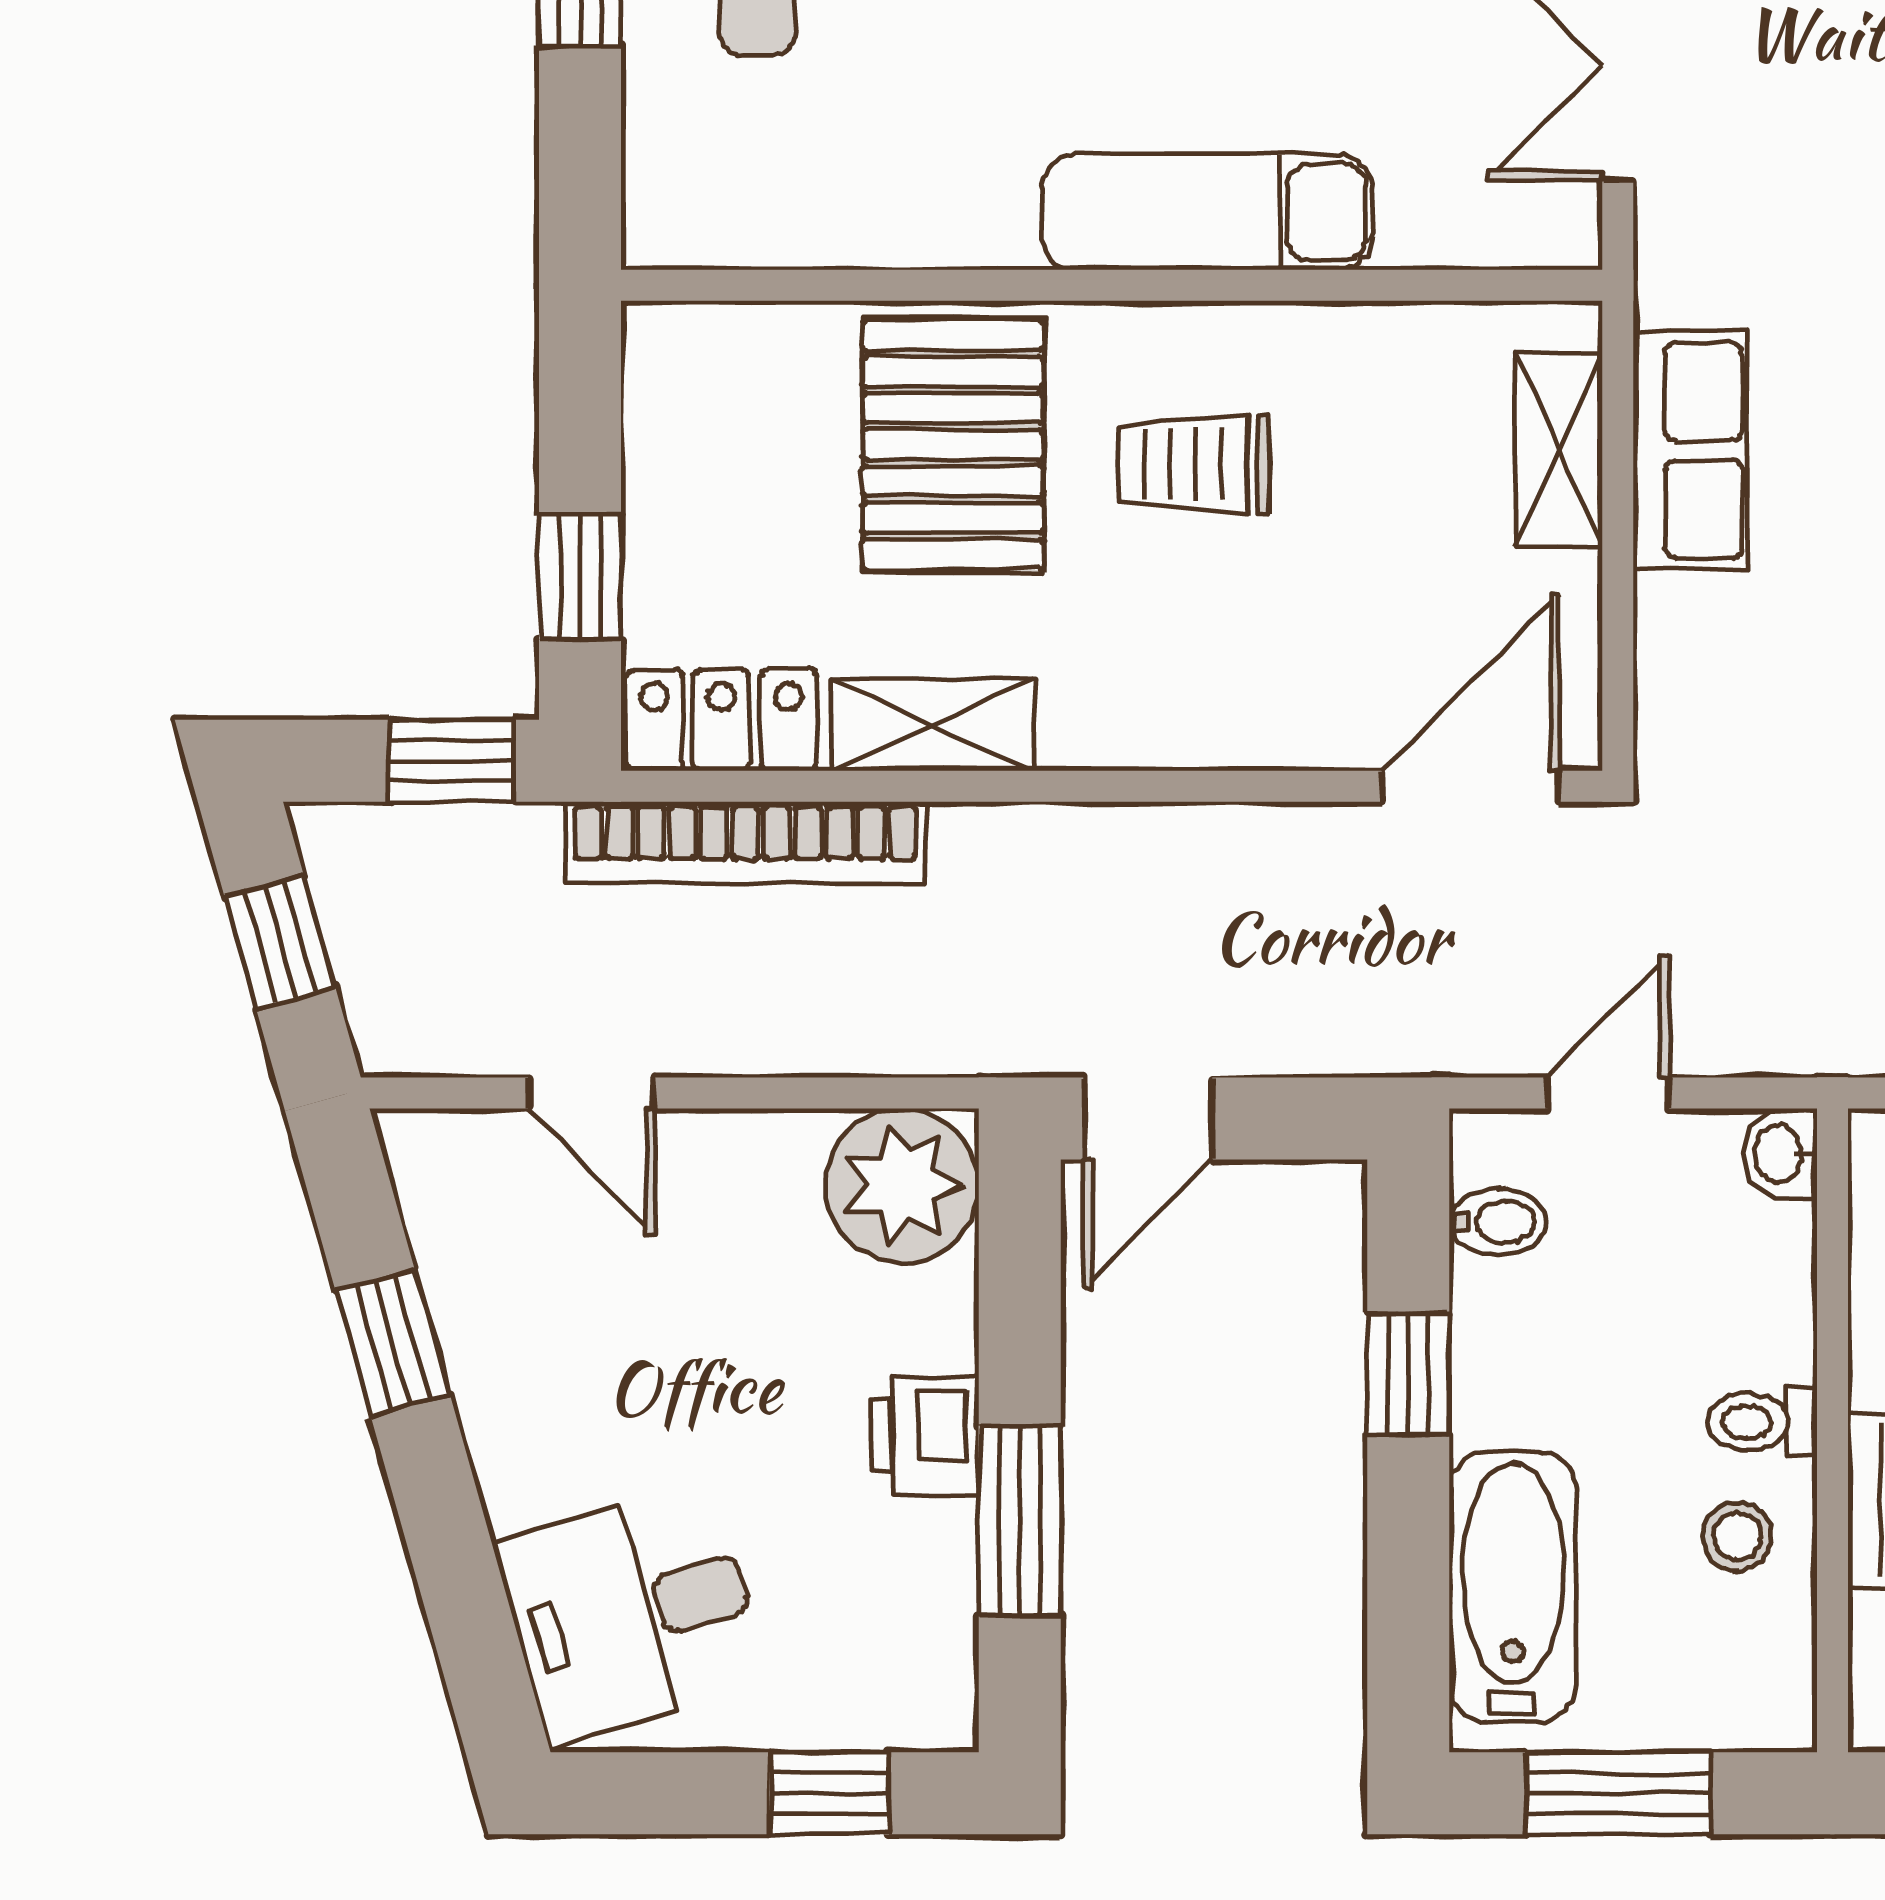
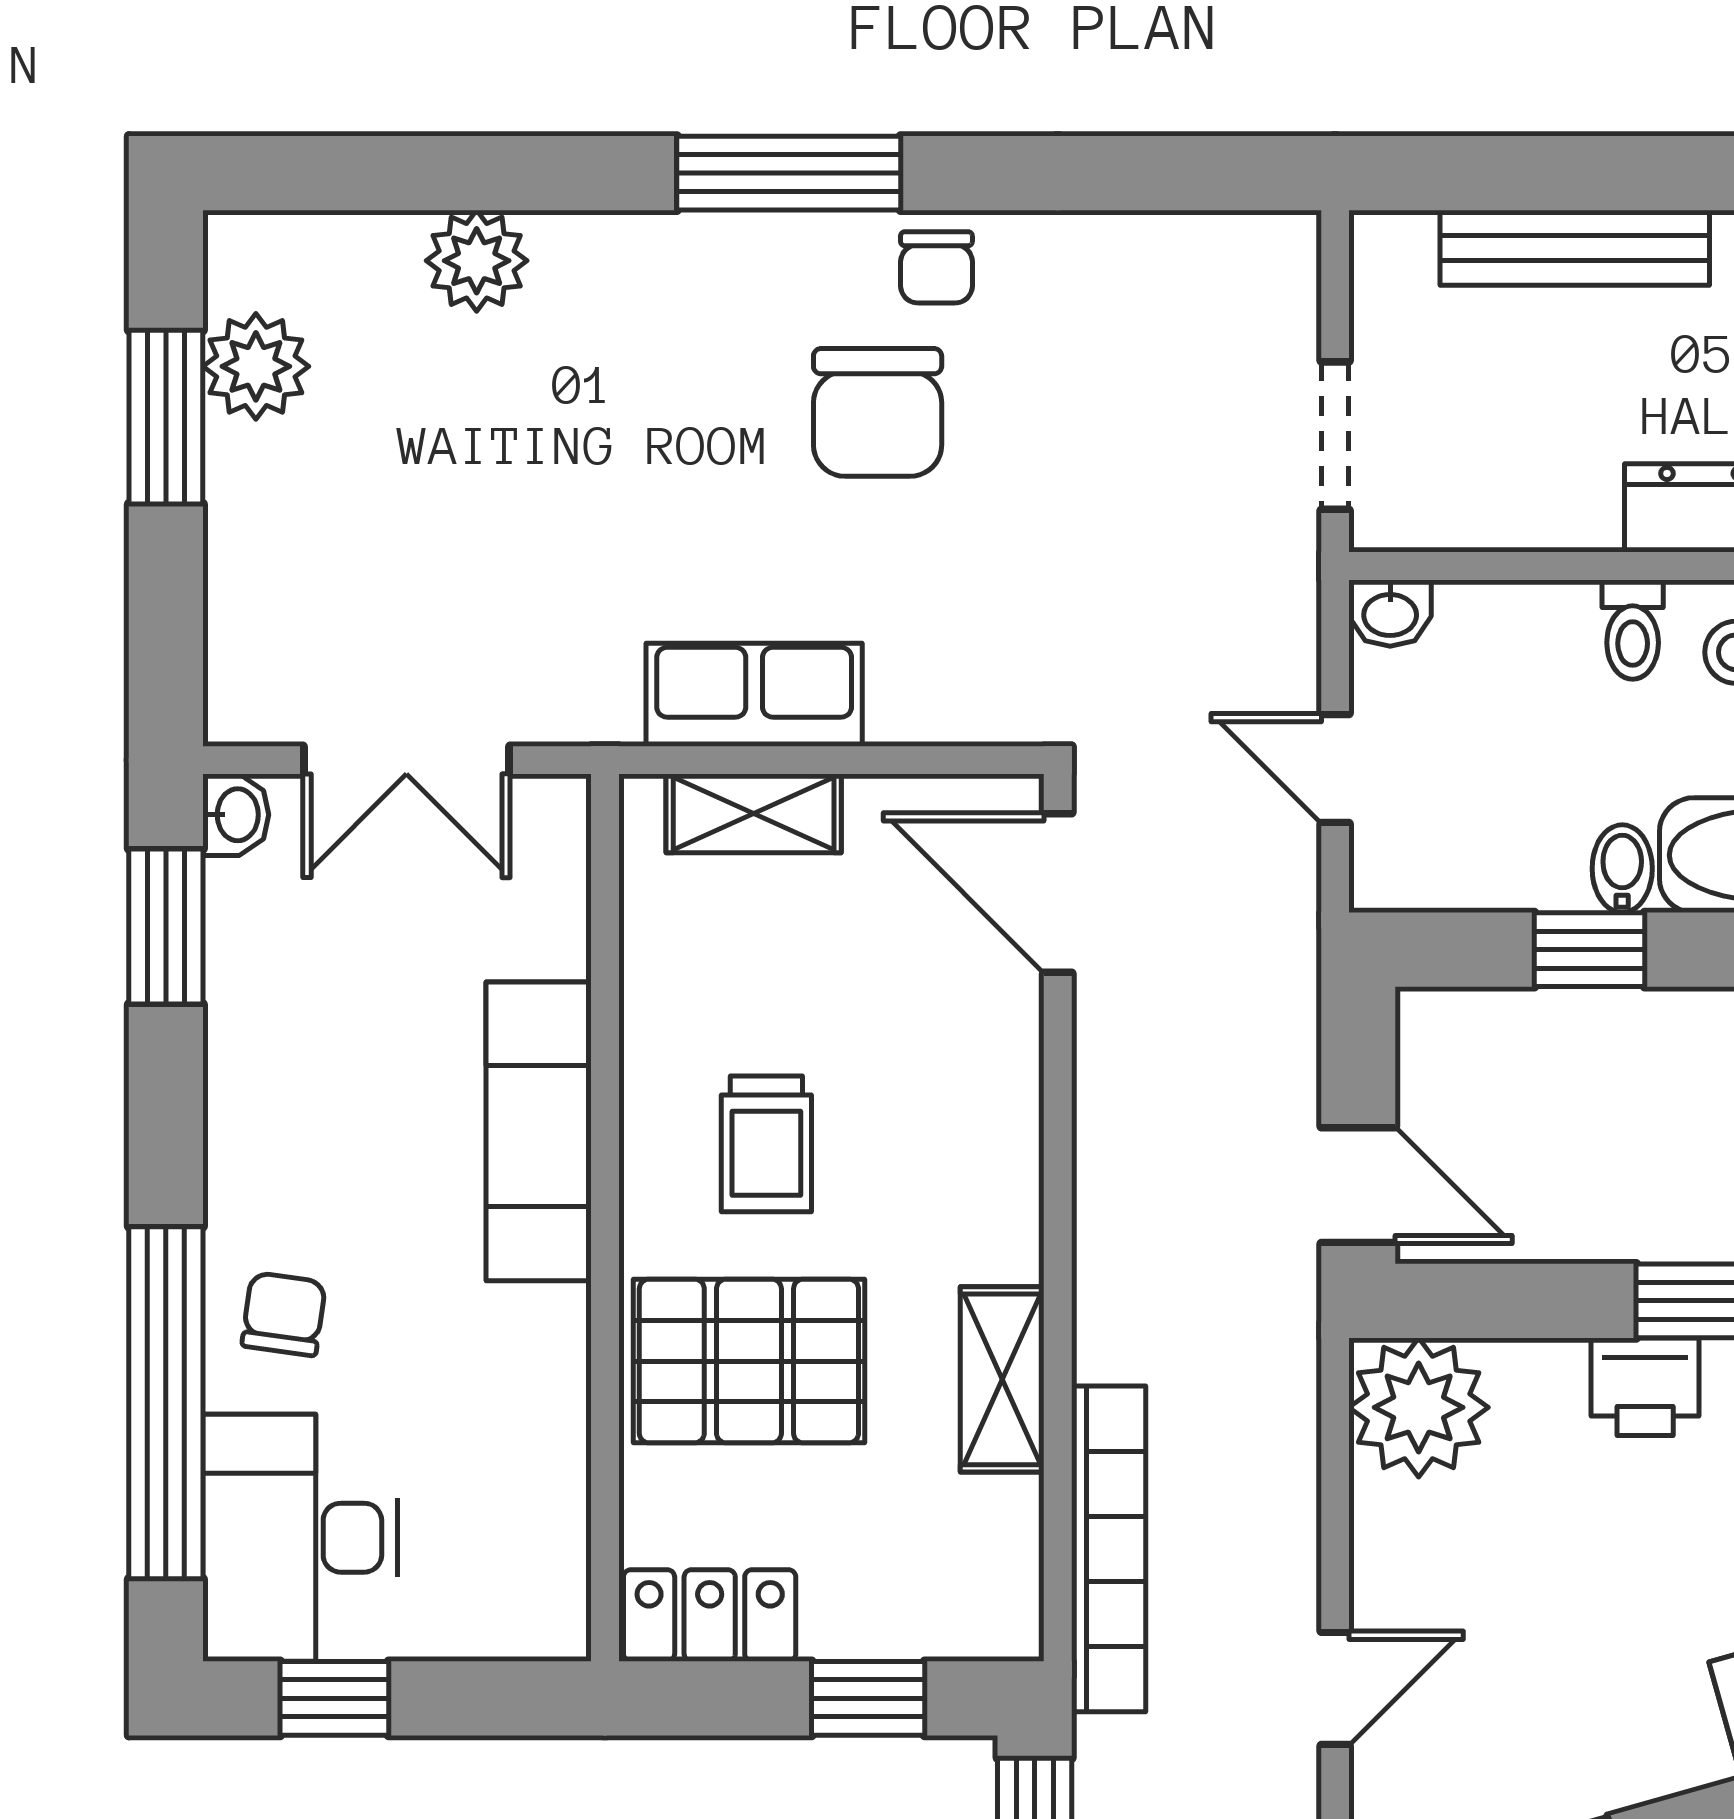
locker: (722, 720) -> (710, 1615), moved, turned 90
bidet: (1498, 1222) -> (1622, 869), moved

